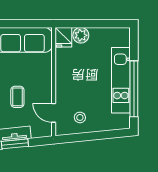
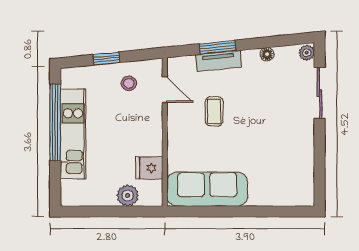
fridge: (63, 37) -> (149, 168), moved, turned -90
window: (96, 136) -> (106, 58), added

